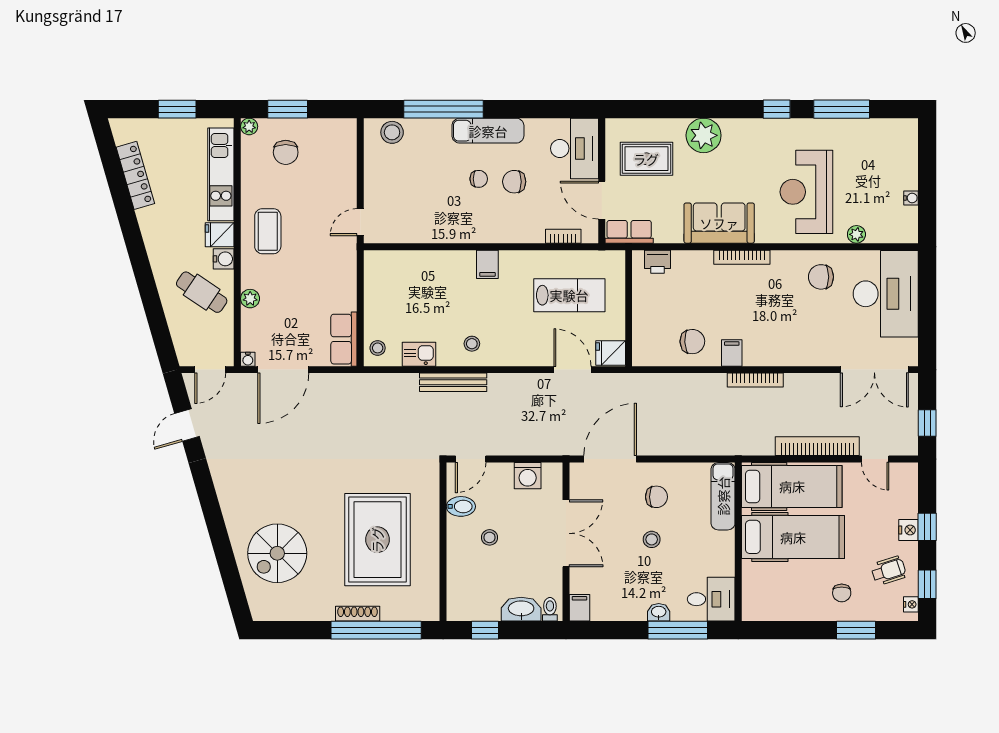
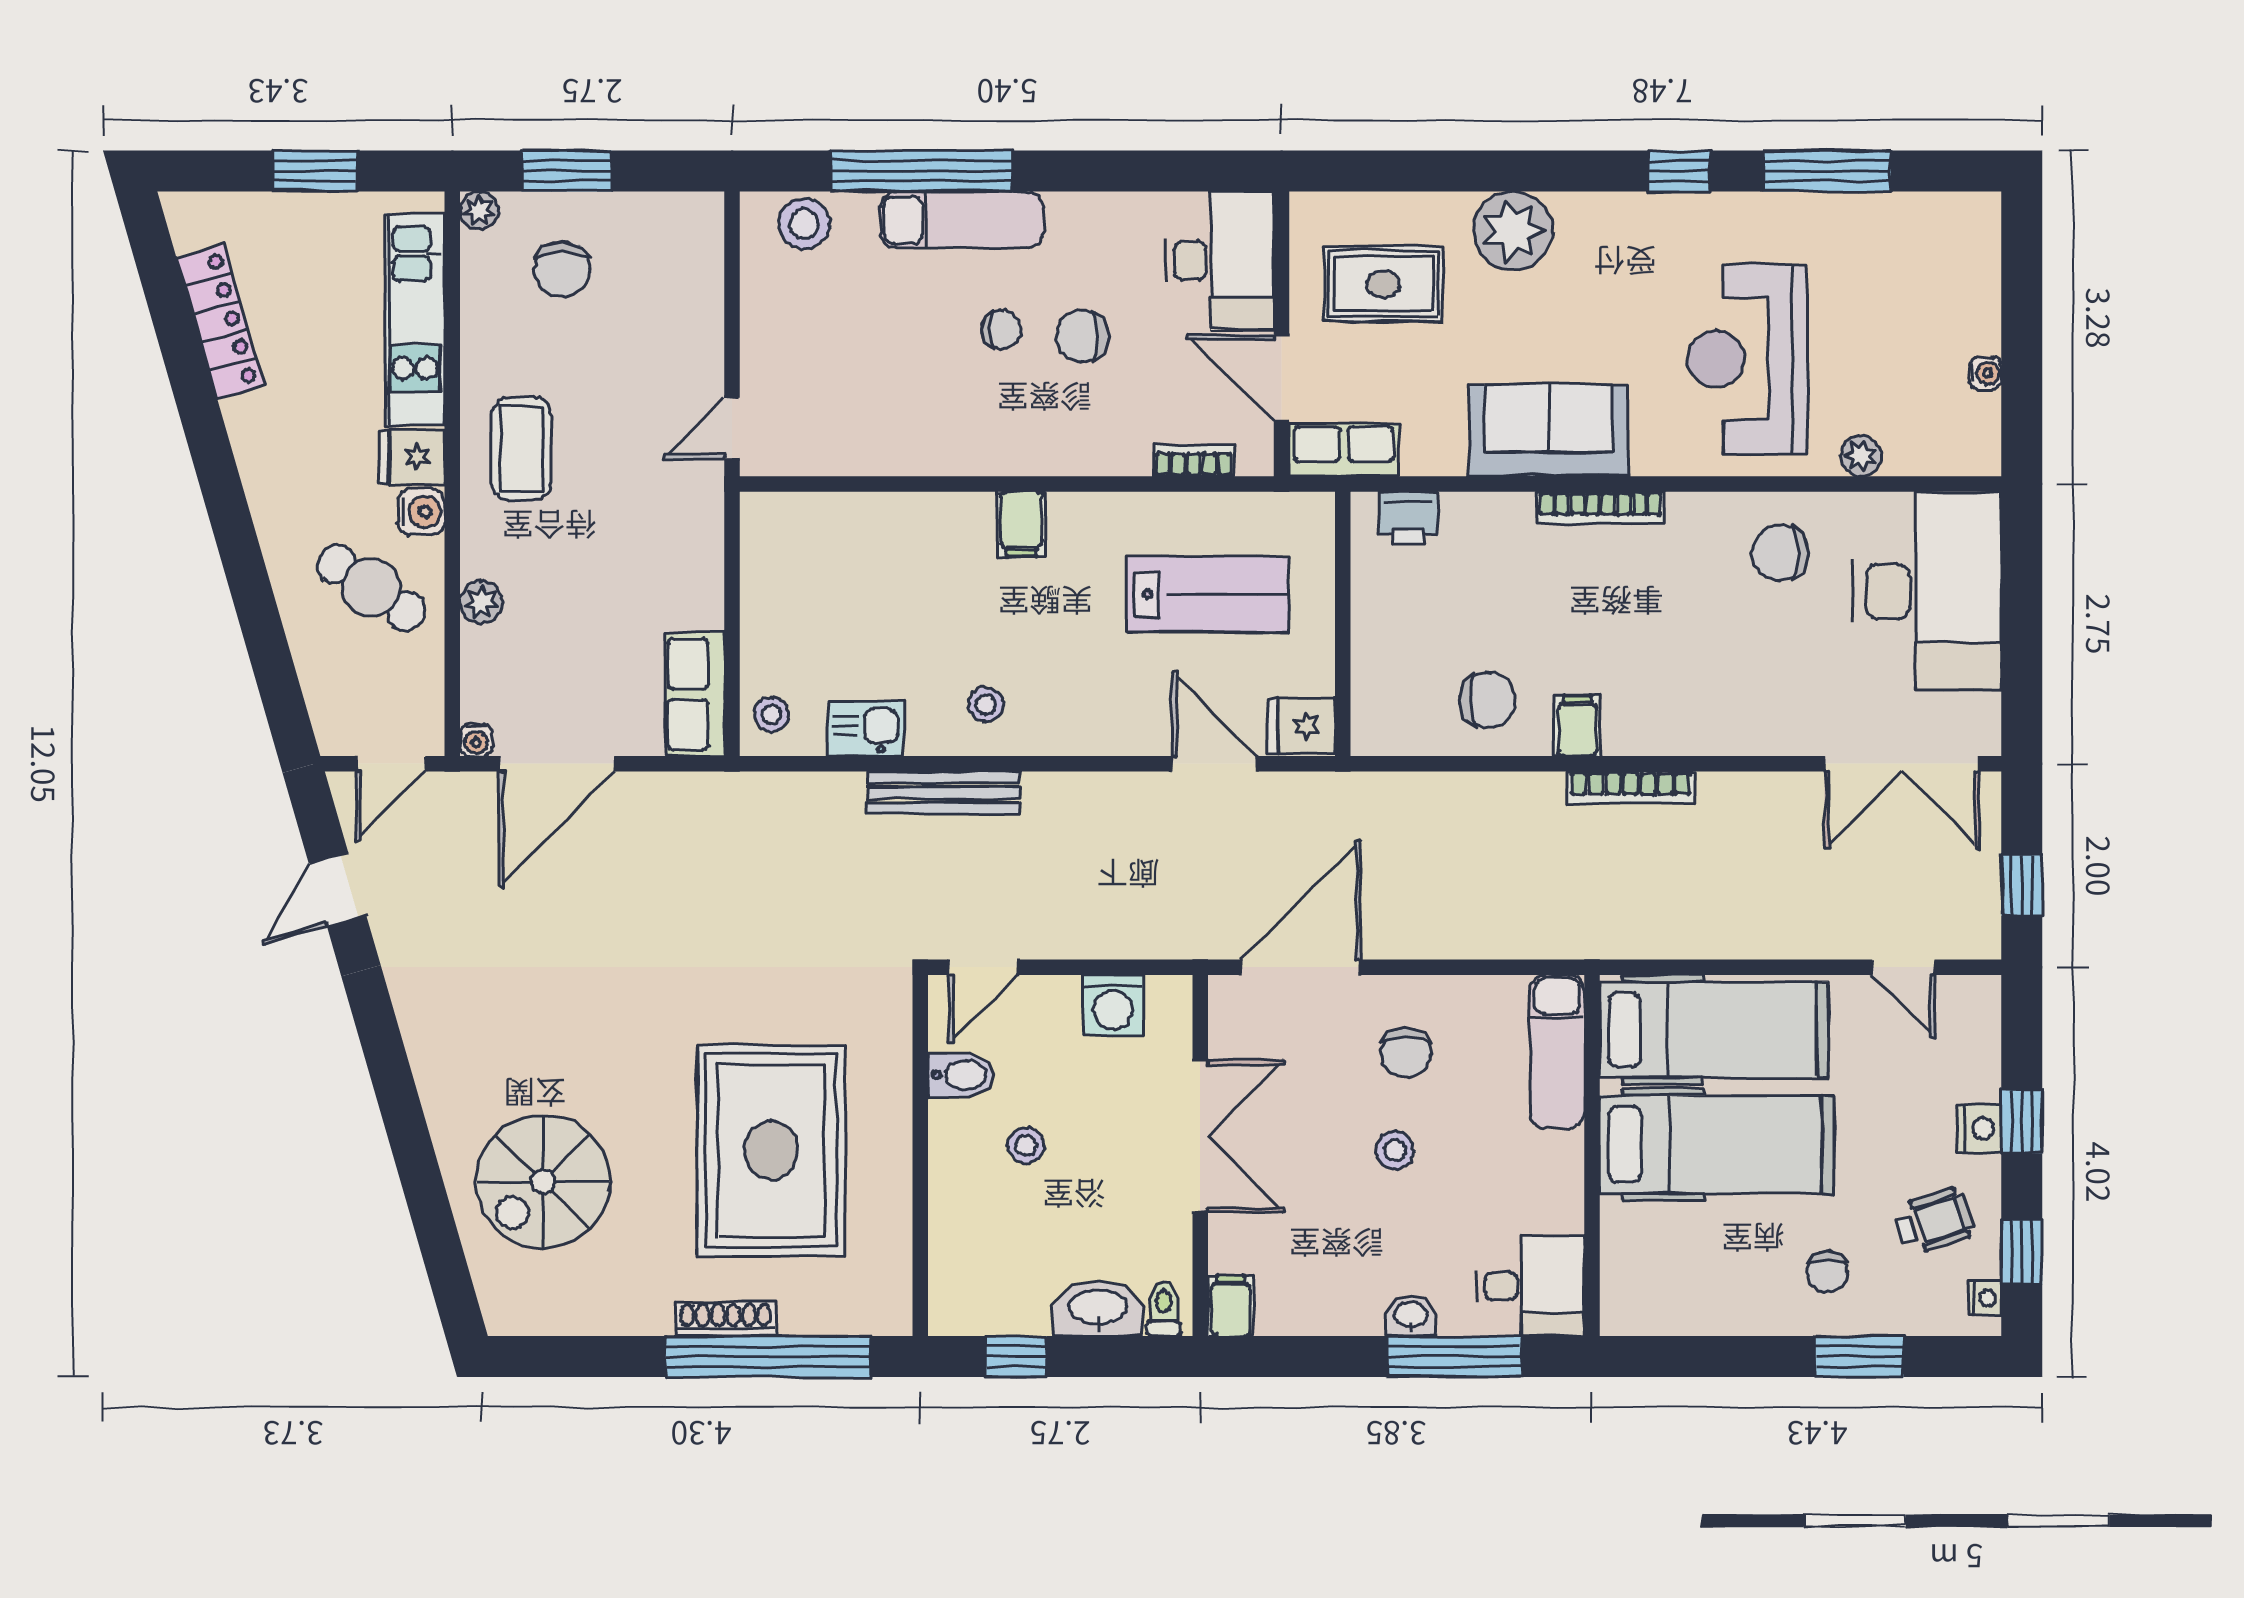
exam couch: (488, 131) -> (962, 220), moved
bookcase: (817, 446) -> (1772, 938), removed
chair: (656, 497) -> (1406, 1053), turned 90

